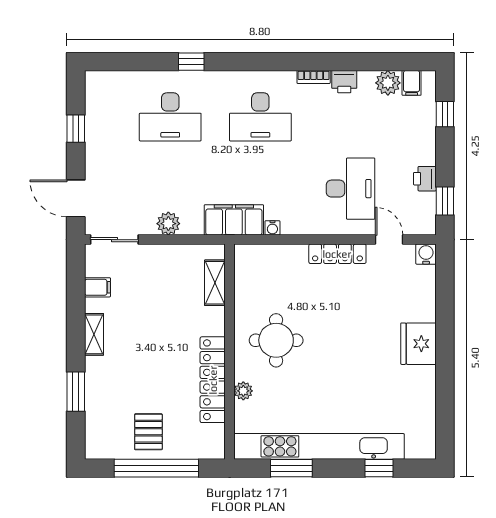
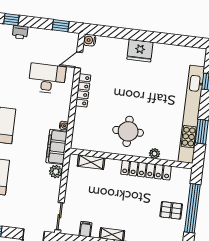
printer: (425, 179) -> (20, 32), moved
plant: (168, 224) -> (56, 172), moved

